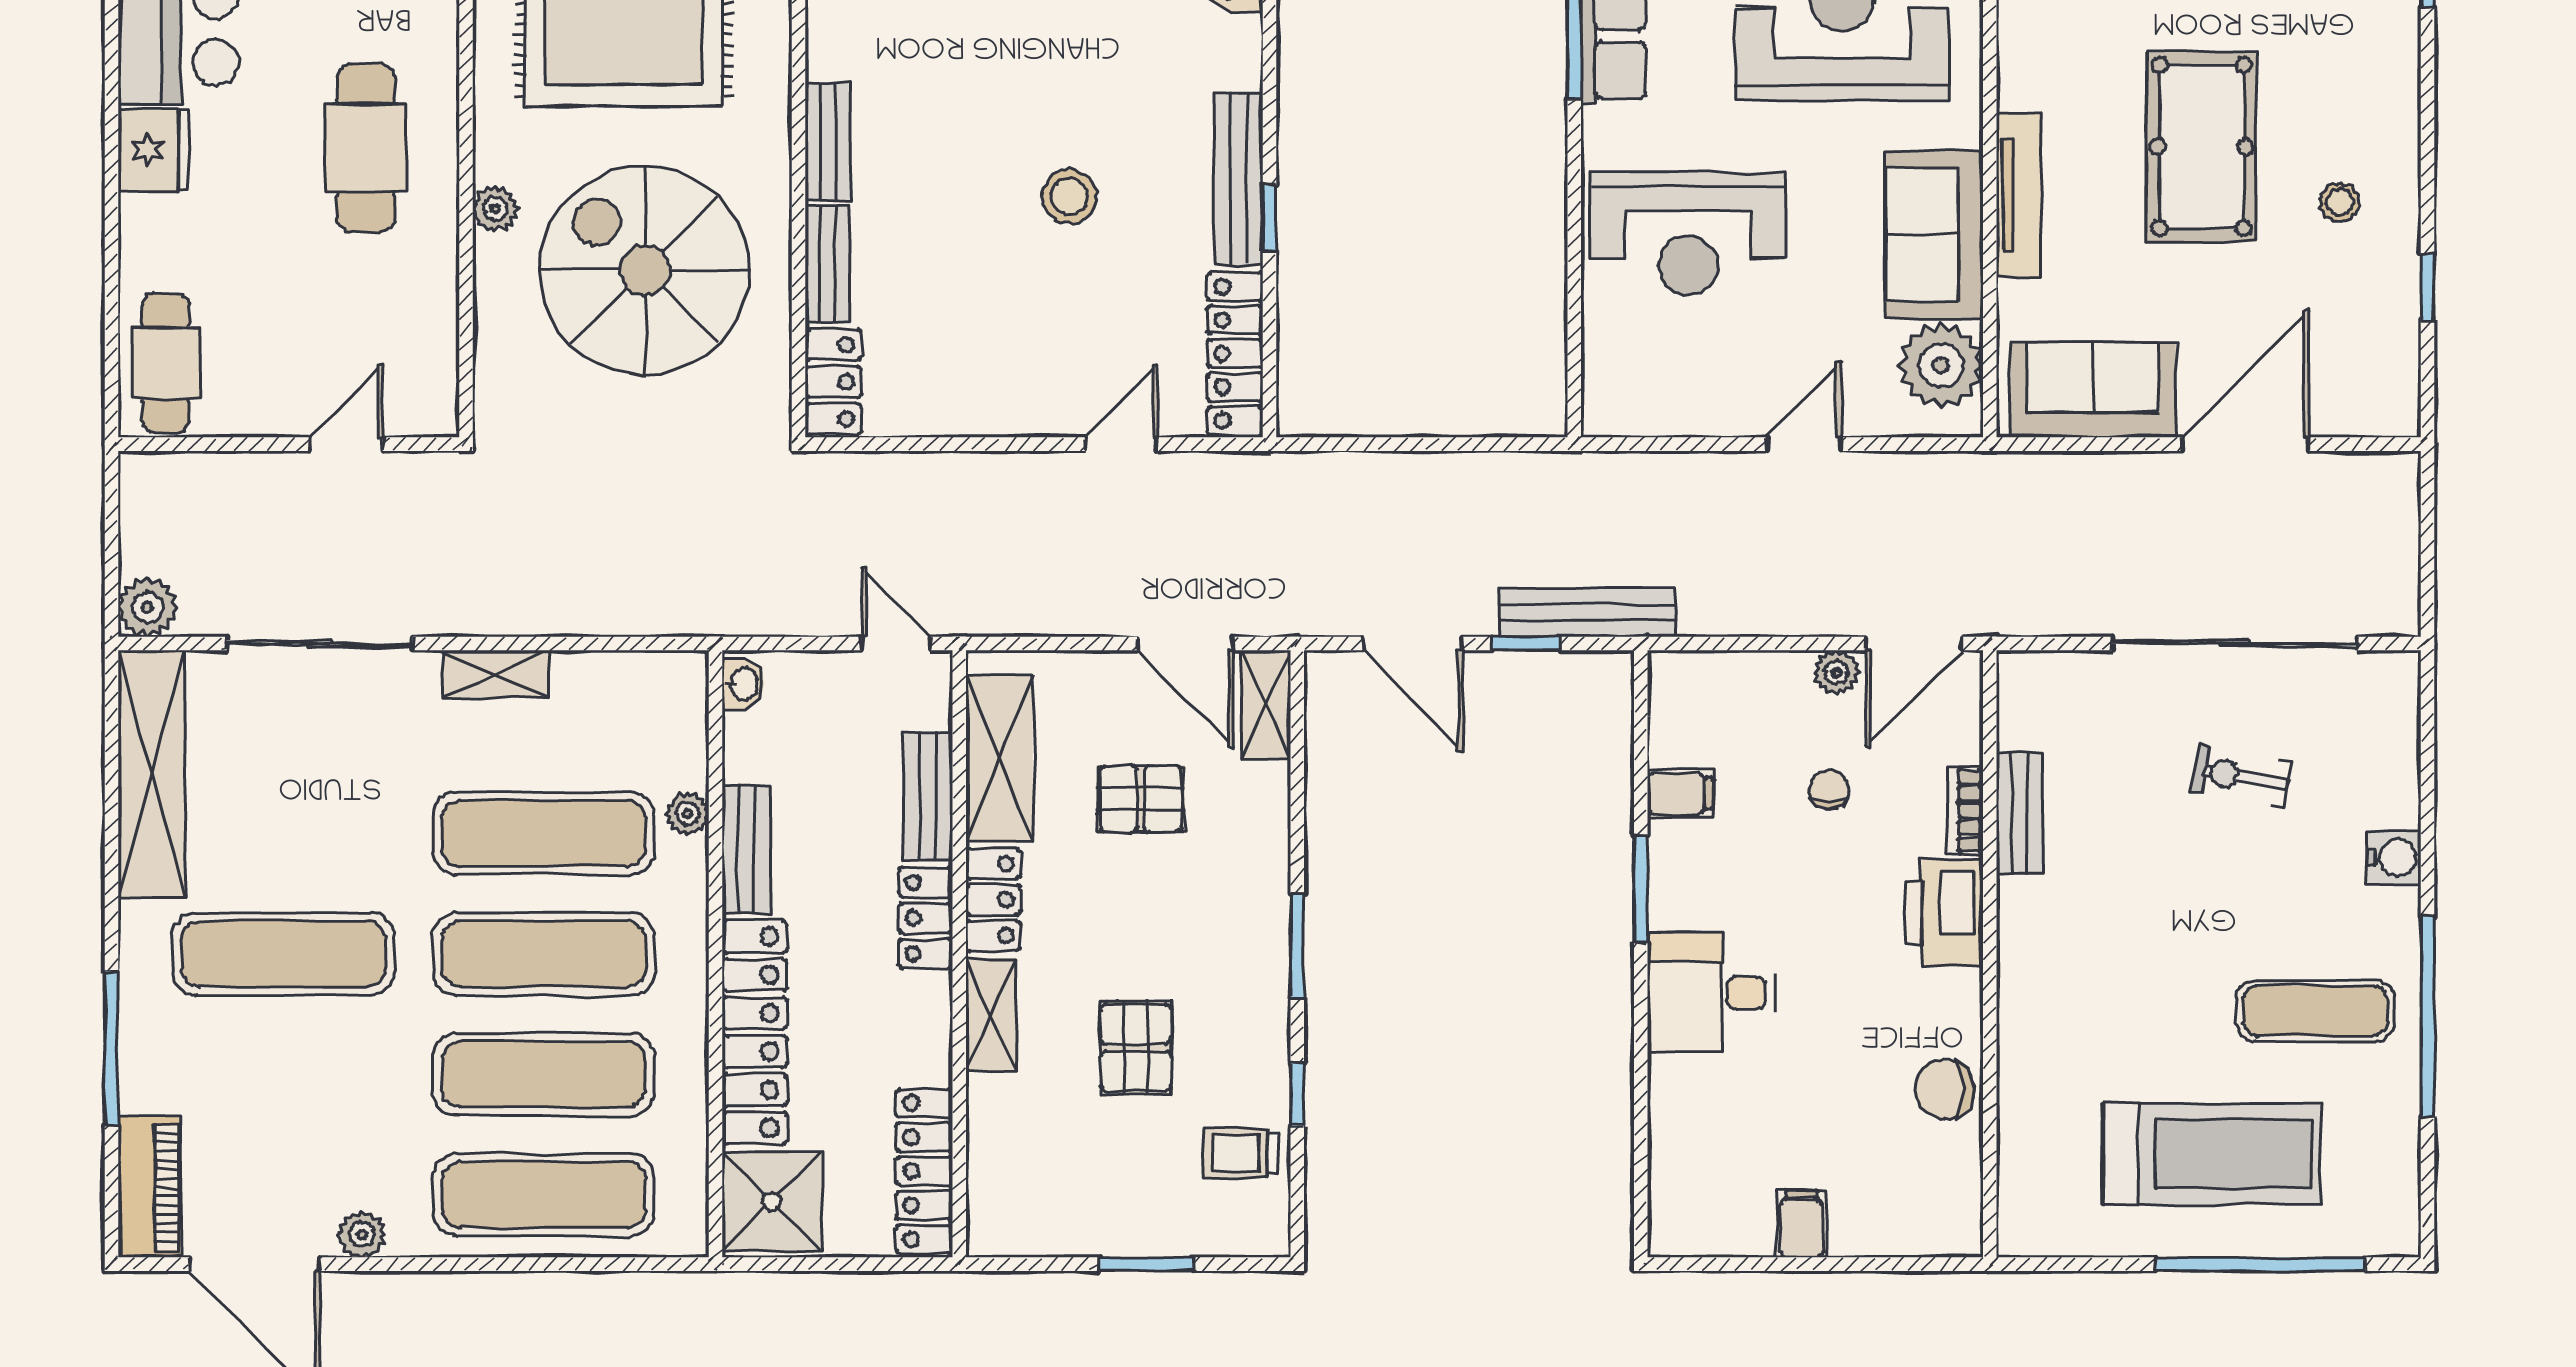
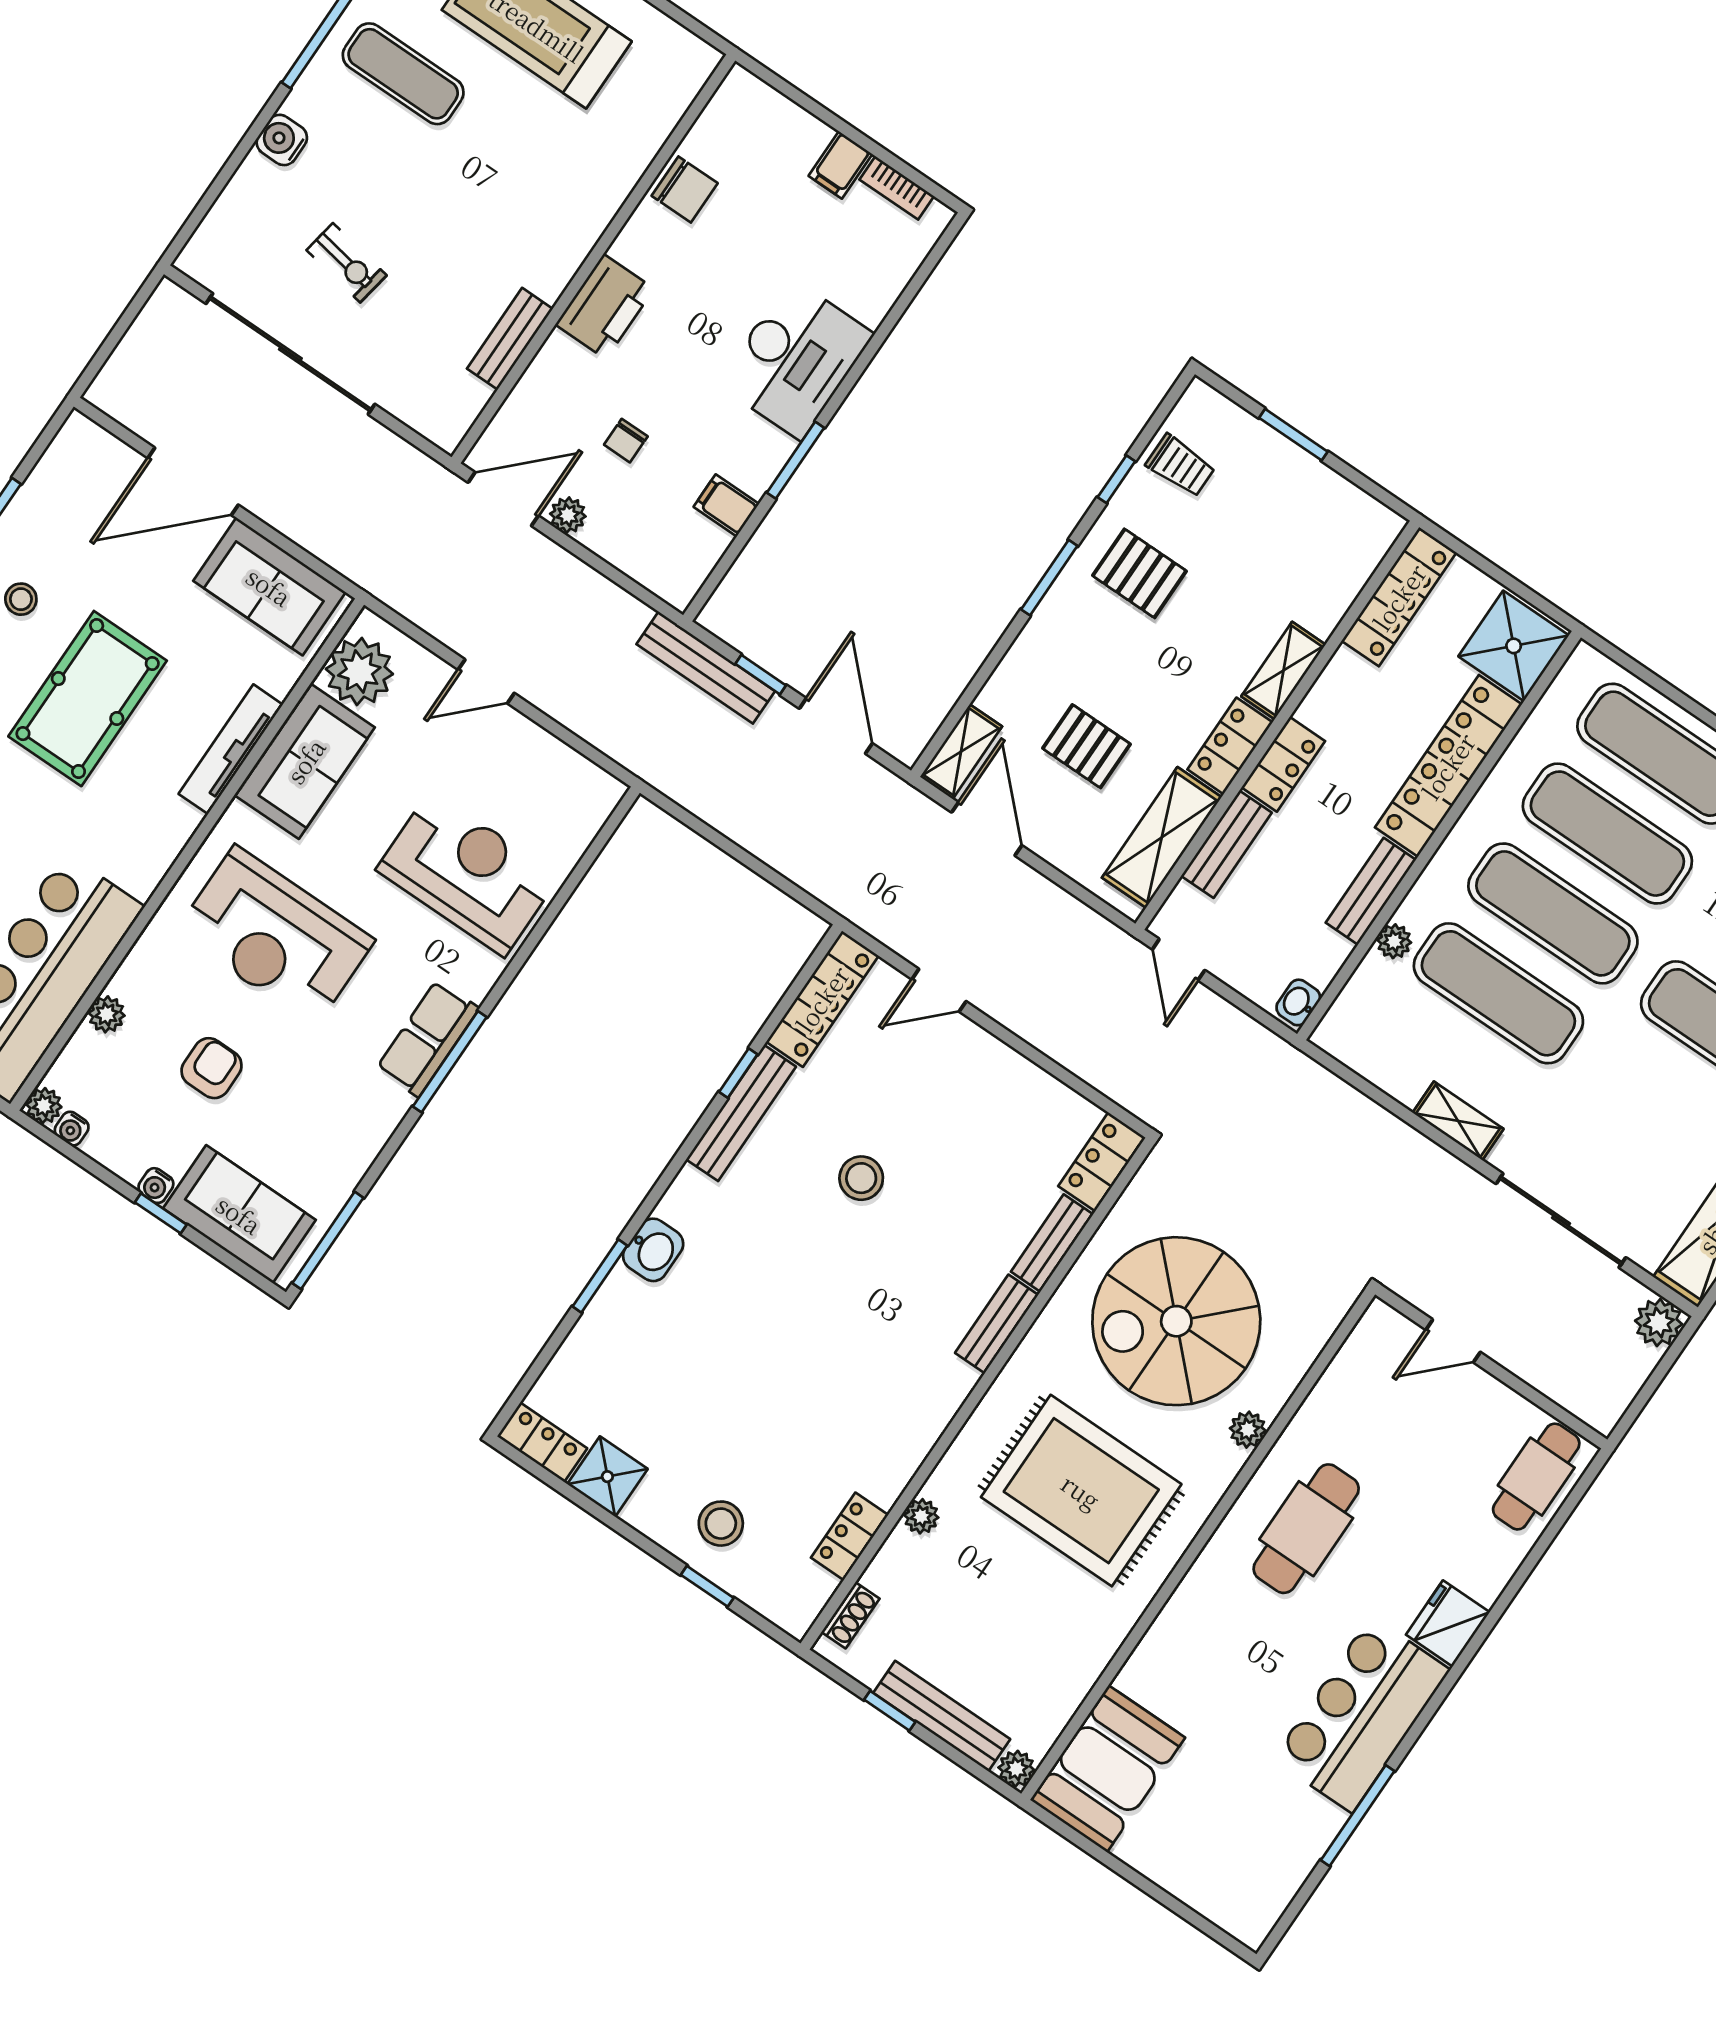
spiral stairs: (645, 270) -> (1176, 1321), turned 90
bookcase: (1965, 811) -> (897, 188), moved, turned 90
desk: (1712, 993) -> (796, 359), width x1.37
pallet: (1136, 1048) -> (1139, 573), moved, turned 90

